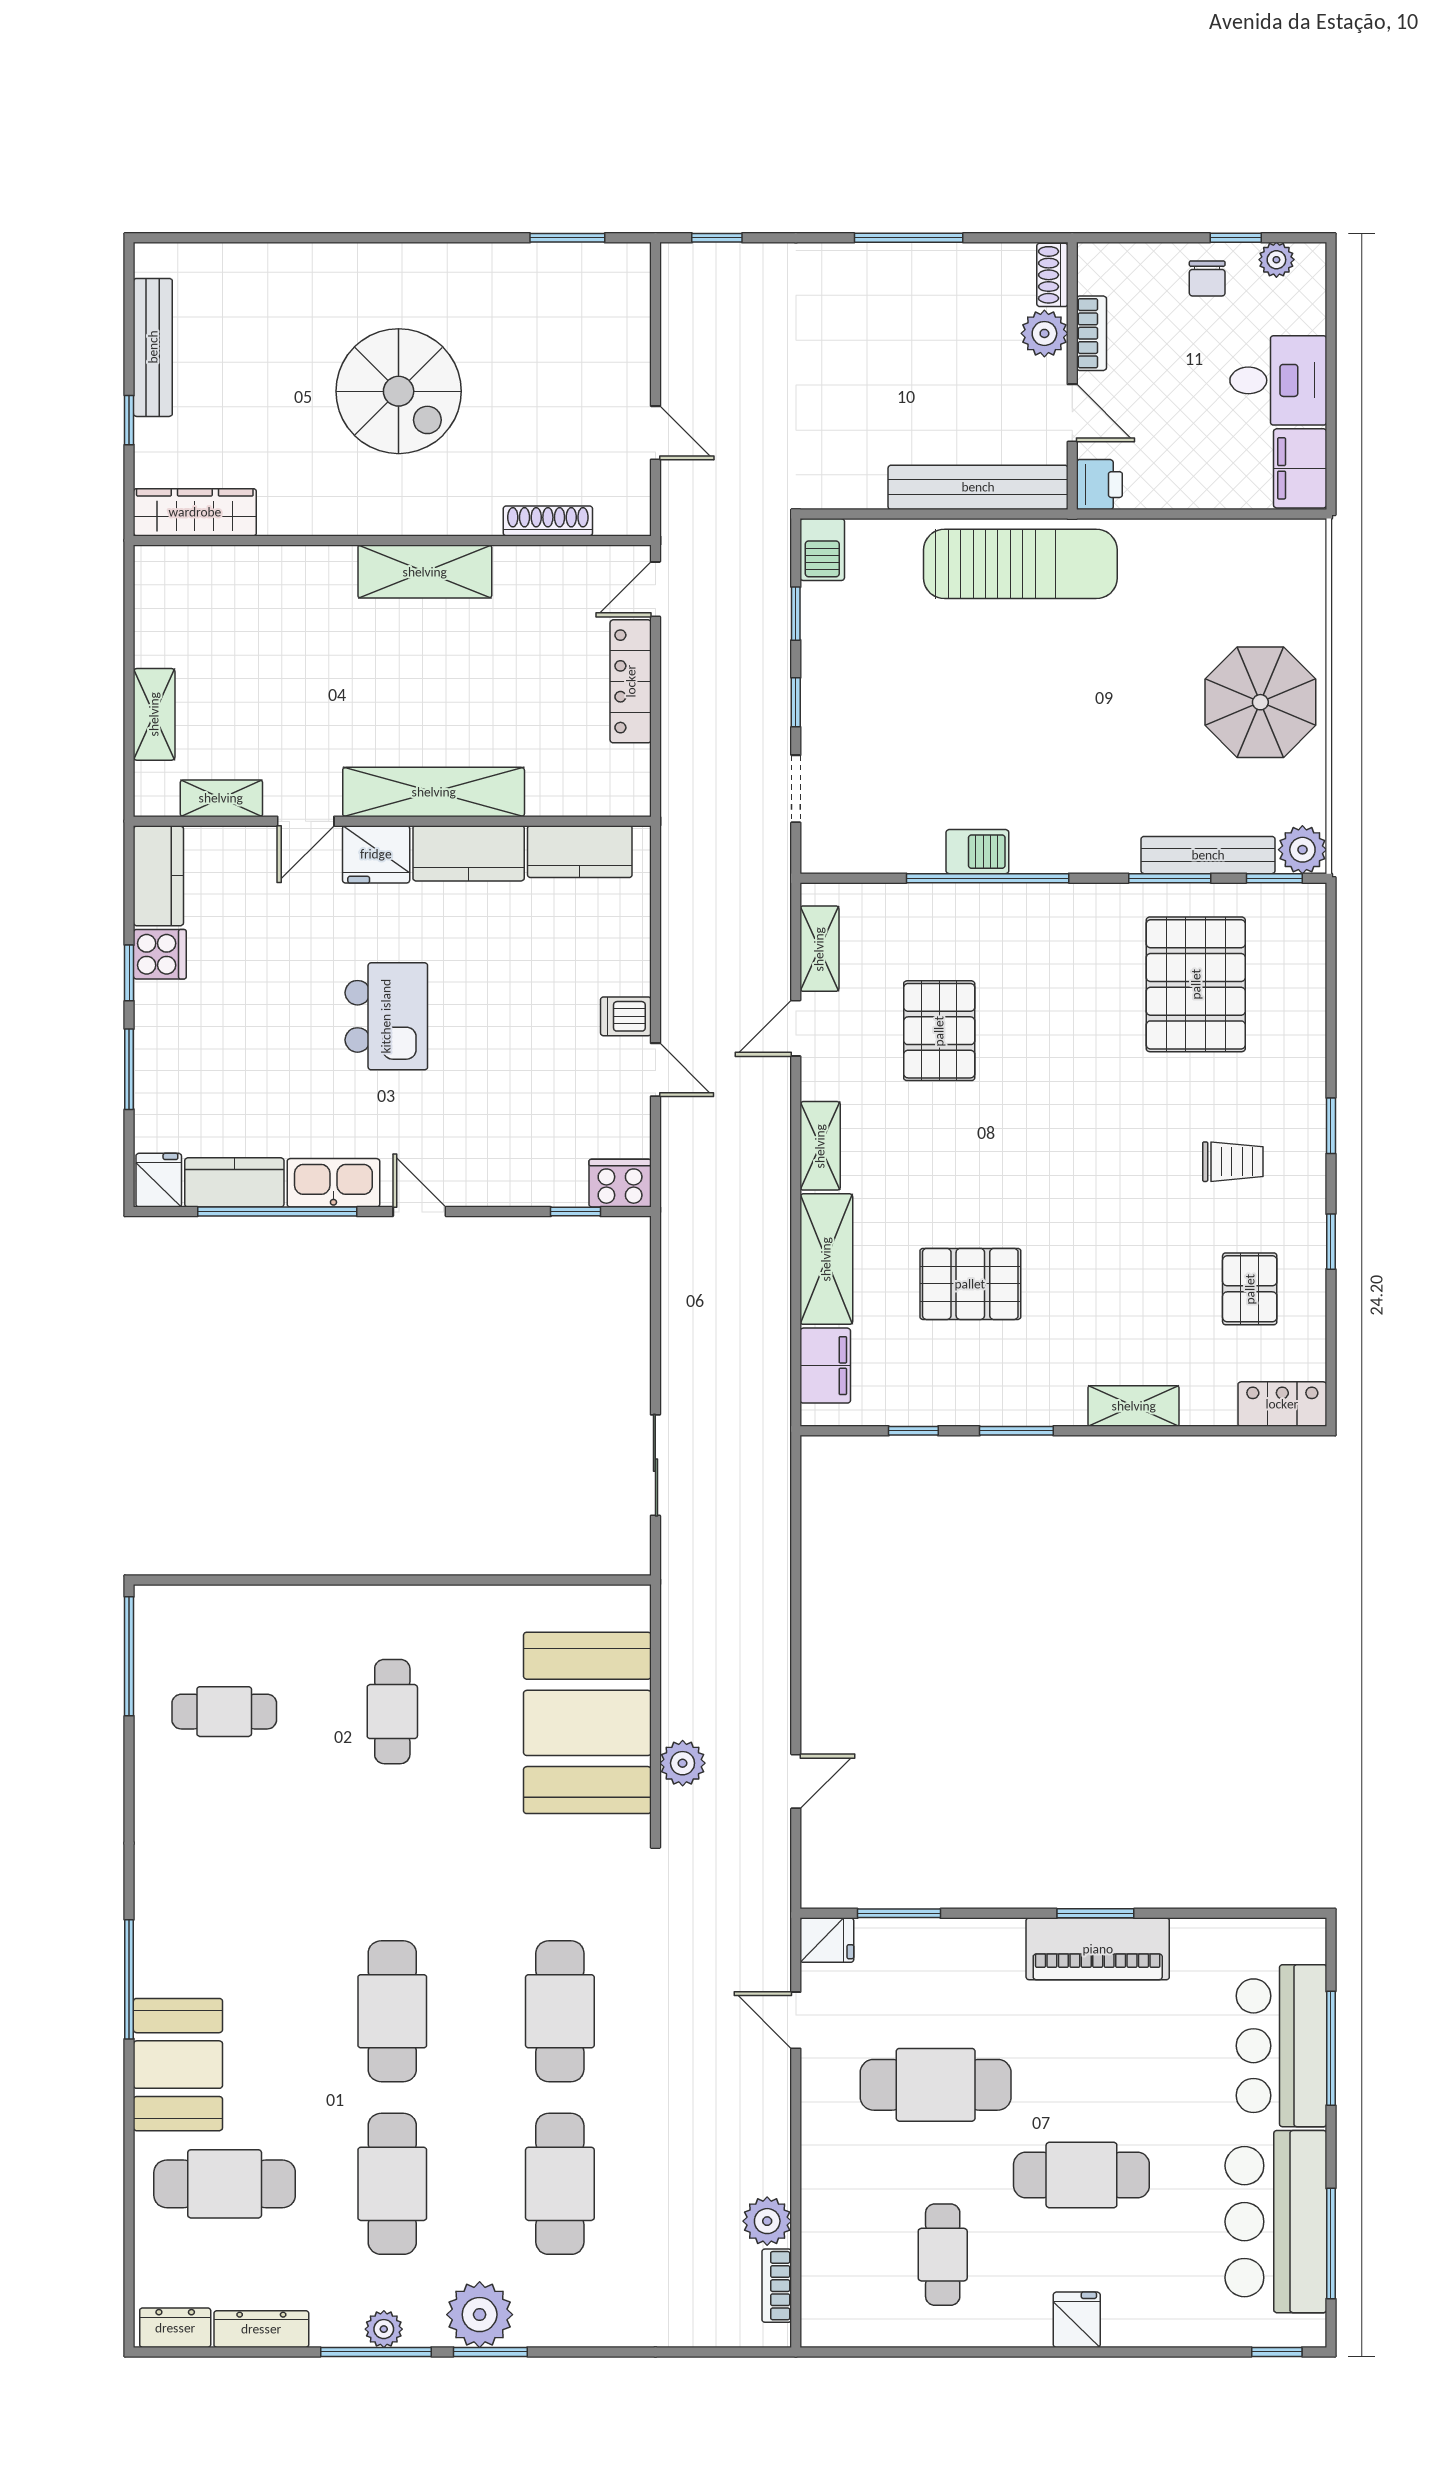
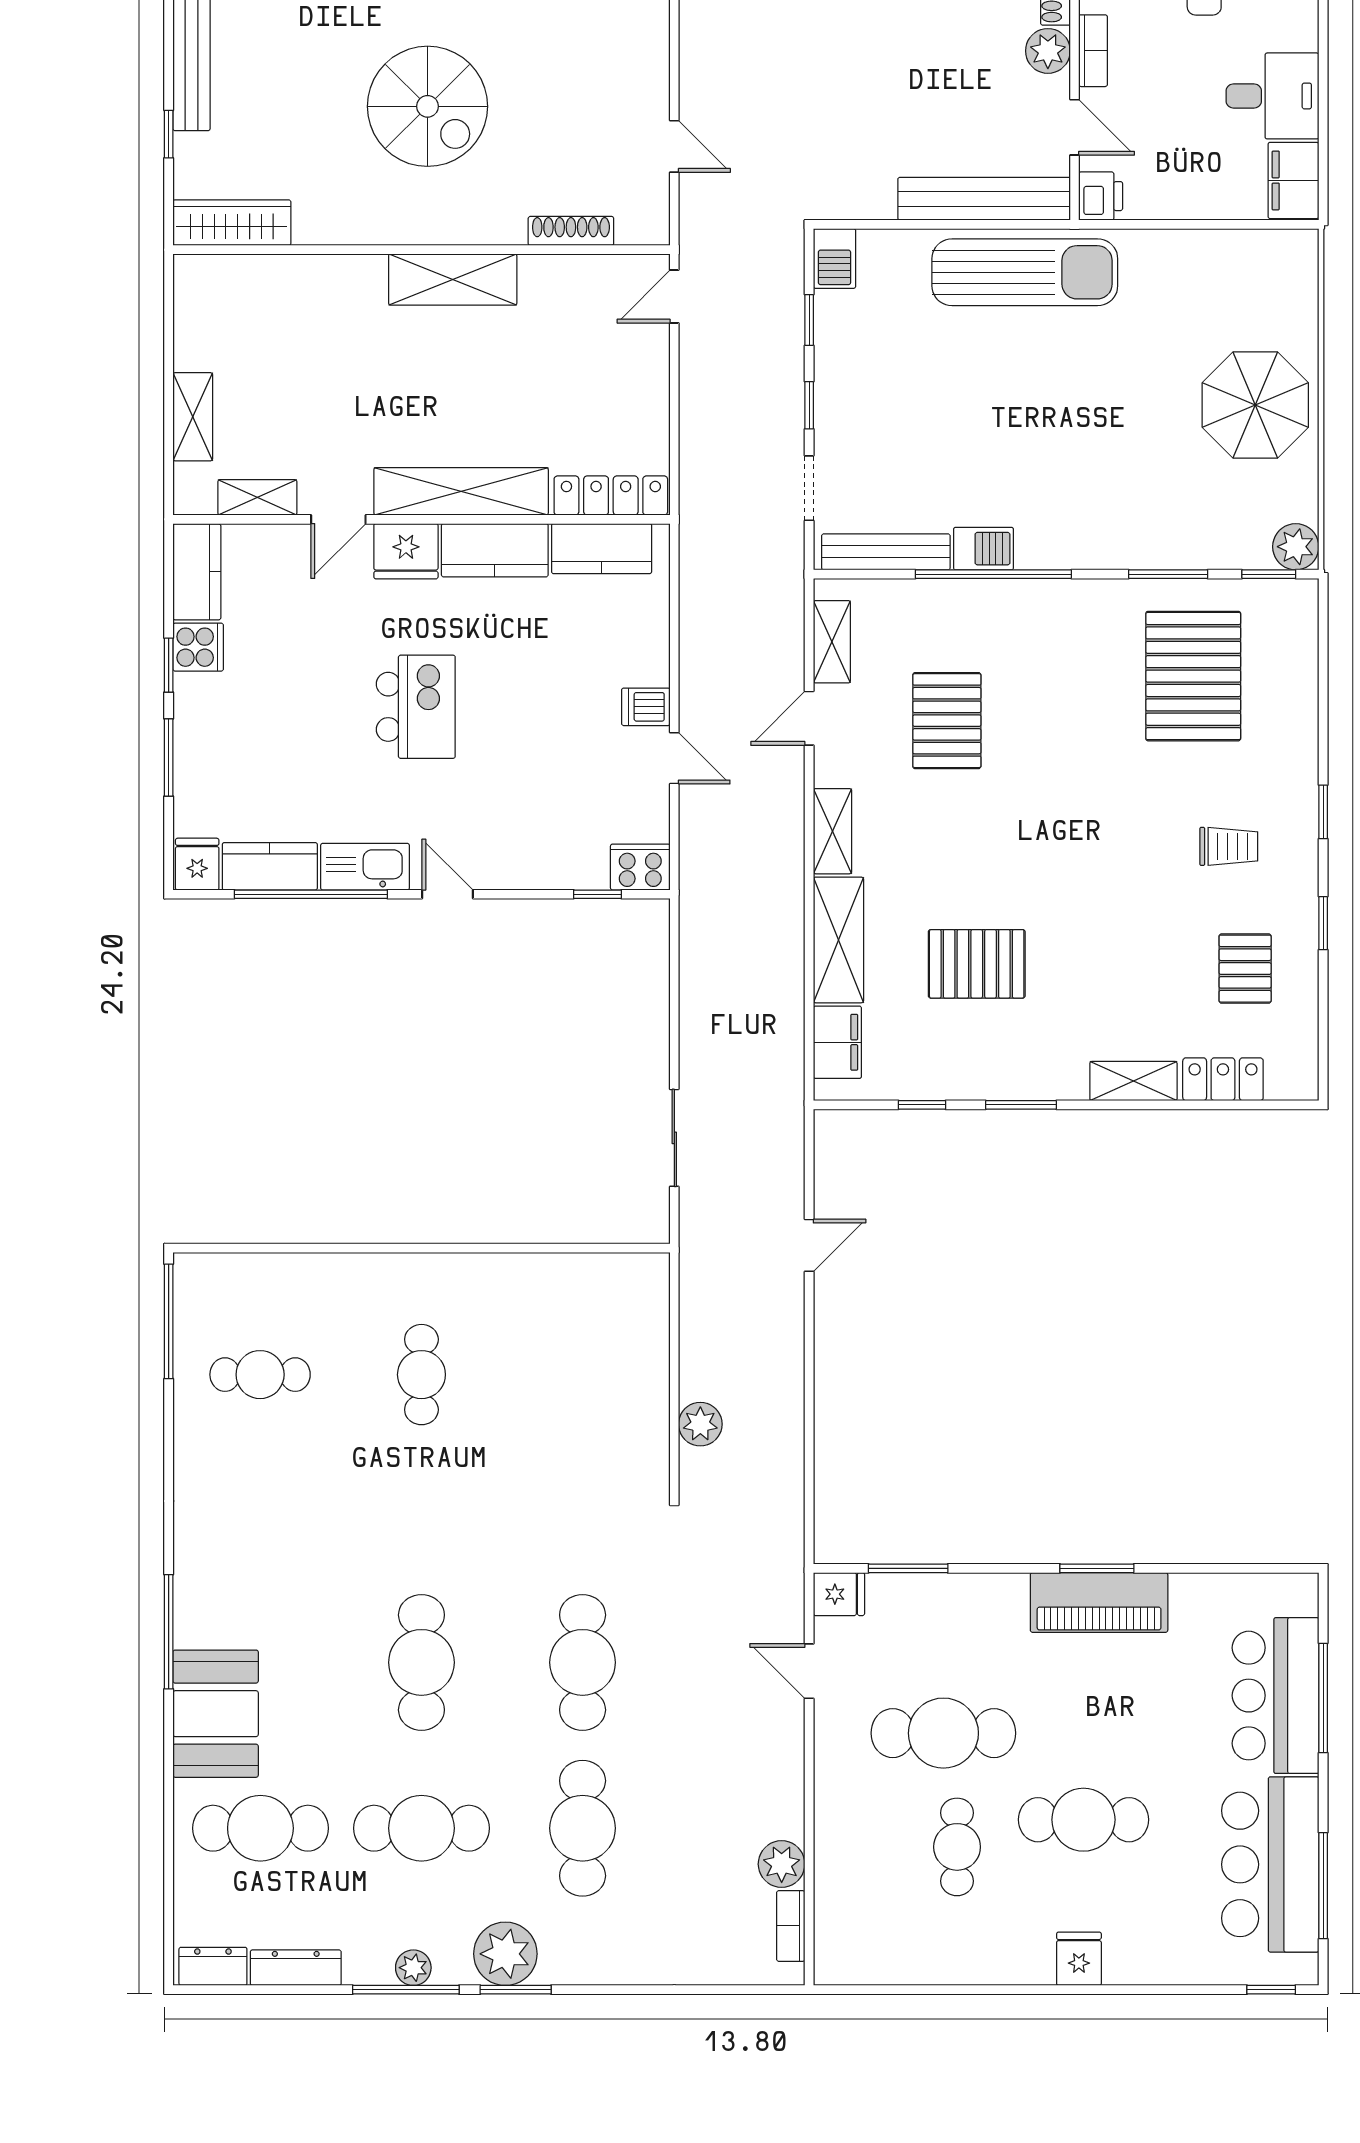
locker: (631, 681) -> (611, 496), moved, turned 90
bench: (1208, 855) -> (886, 552), moved
locker: (1282, 1404) -> (1223, 1079), moved
booth: (587, 1723) -> (609, 1385), removed
door: (796, 1781) -> (809, 1245), moved
cafe table: (392, 2184) -> (421, 1828), turned 90
cafe table: (943, 2255) -> (957, 1847), moved

